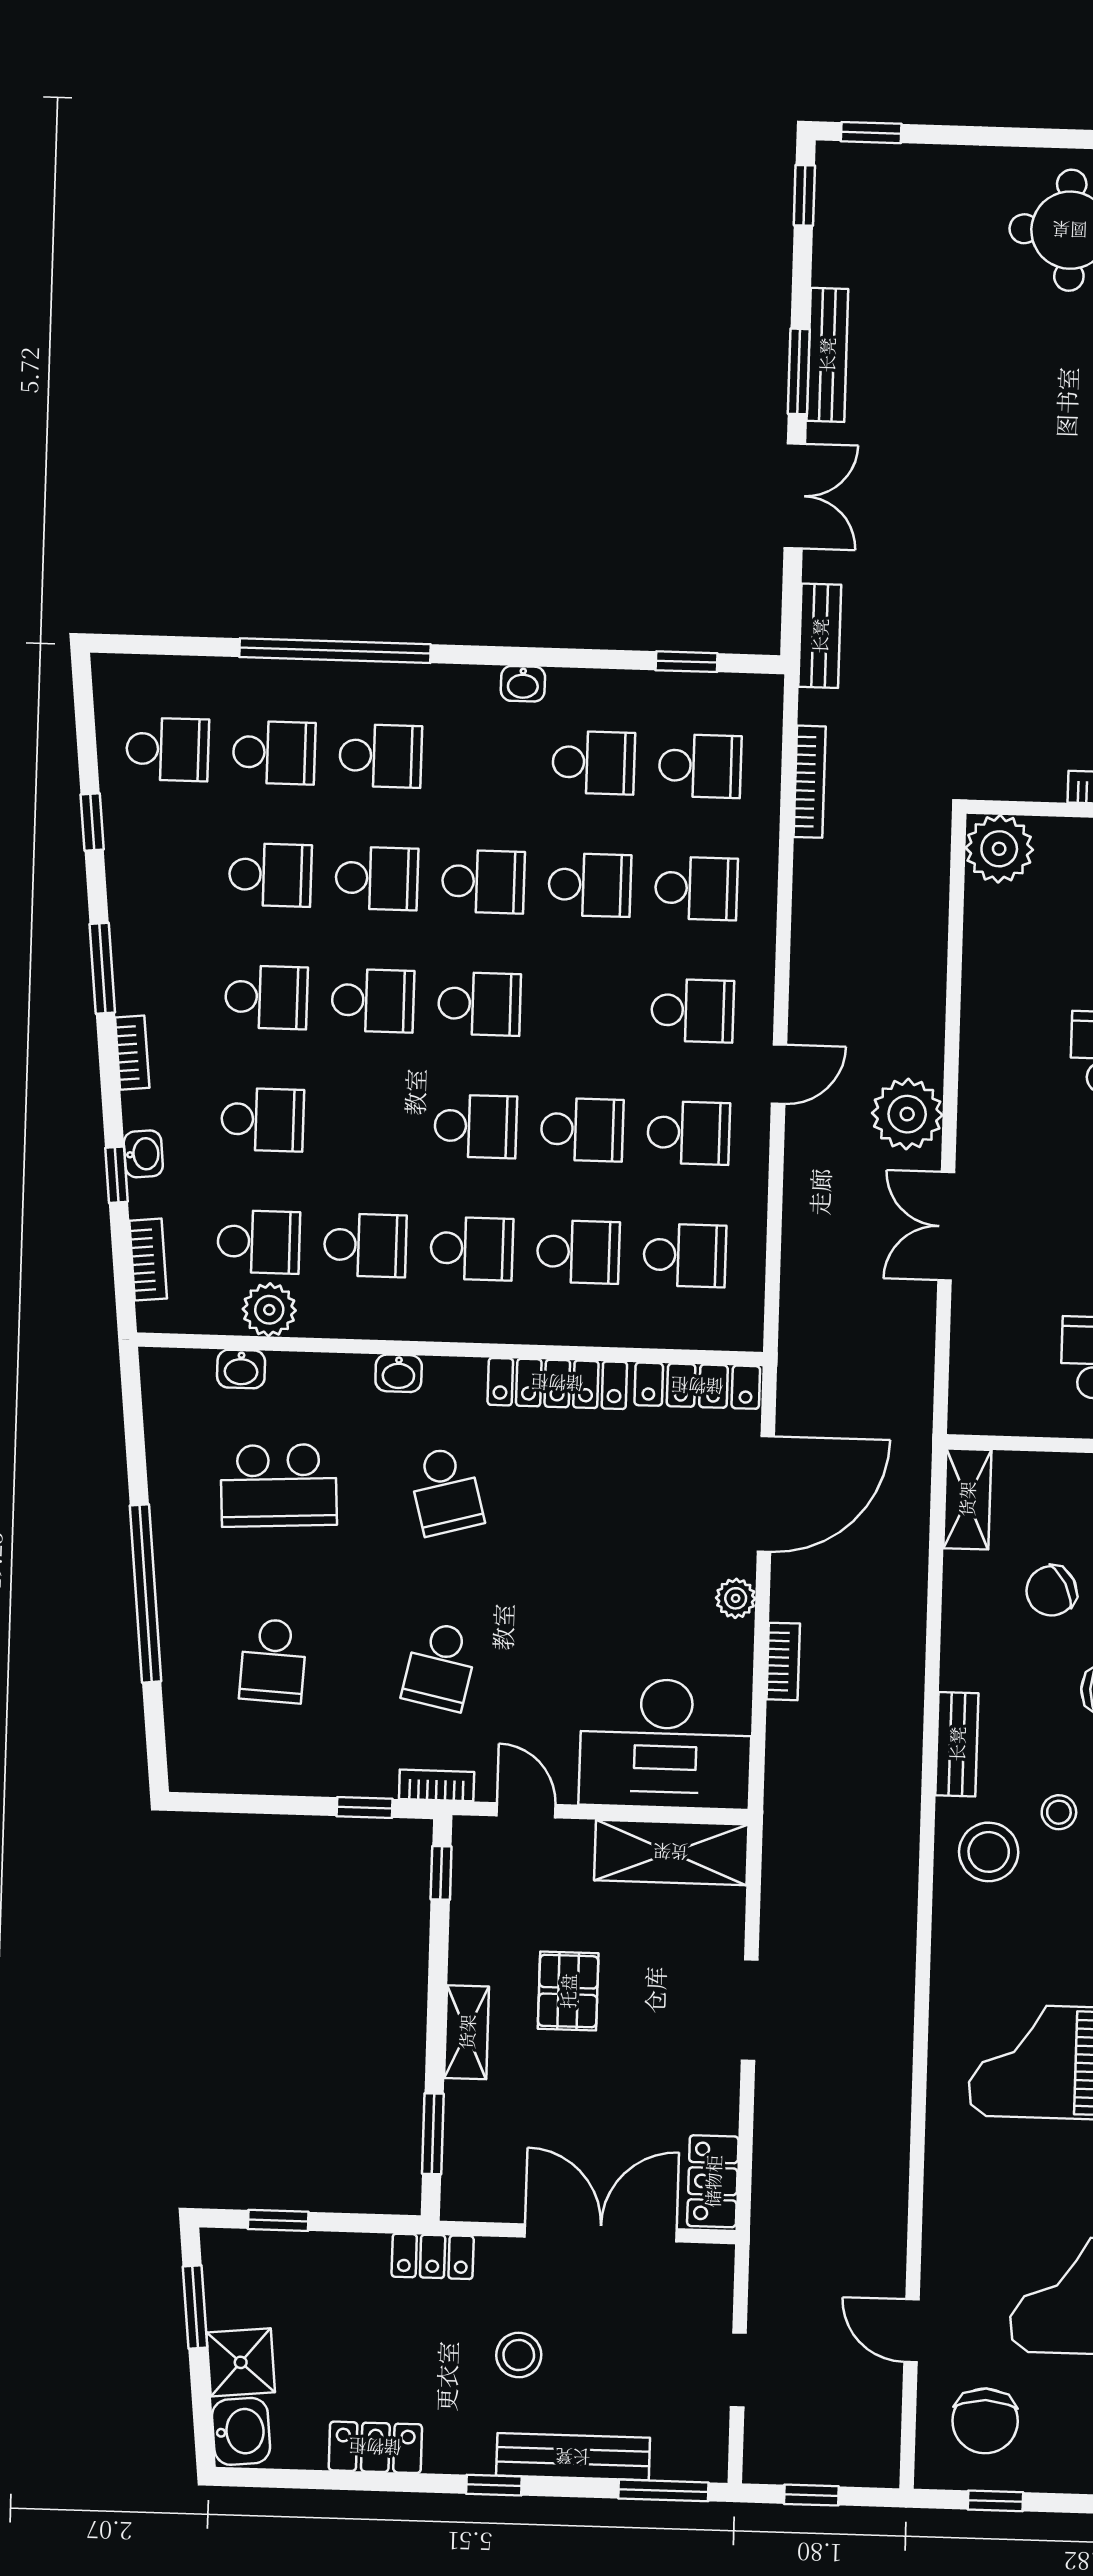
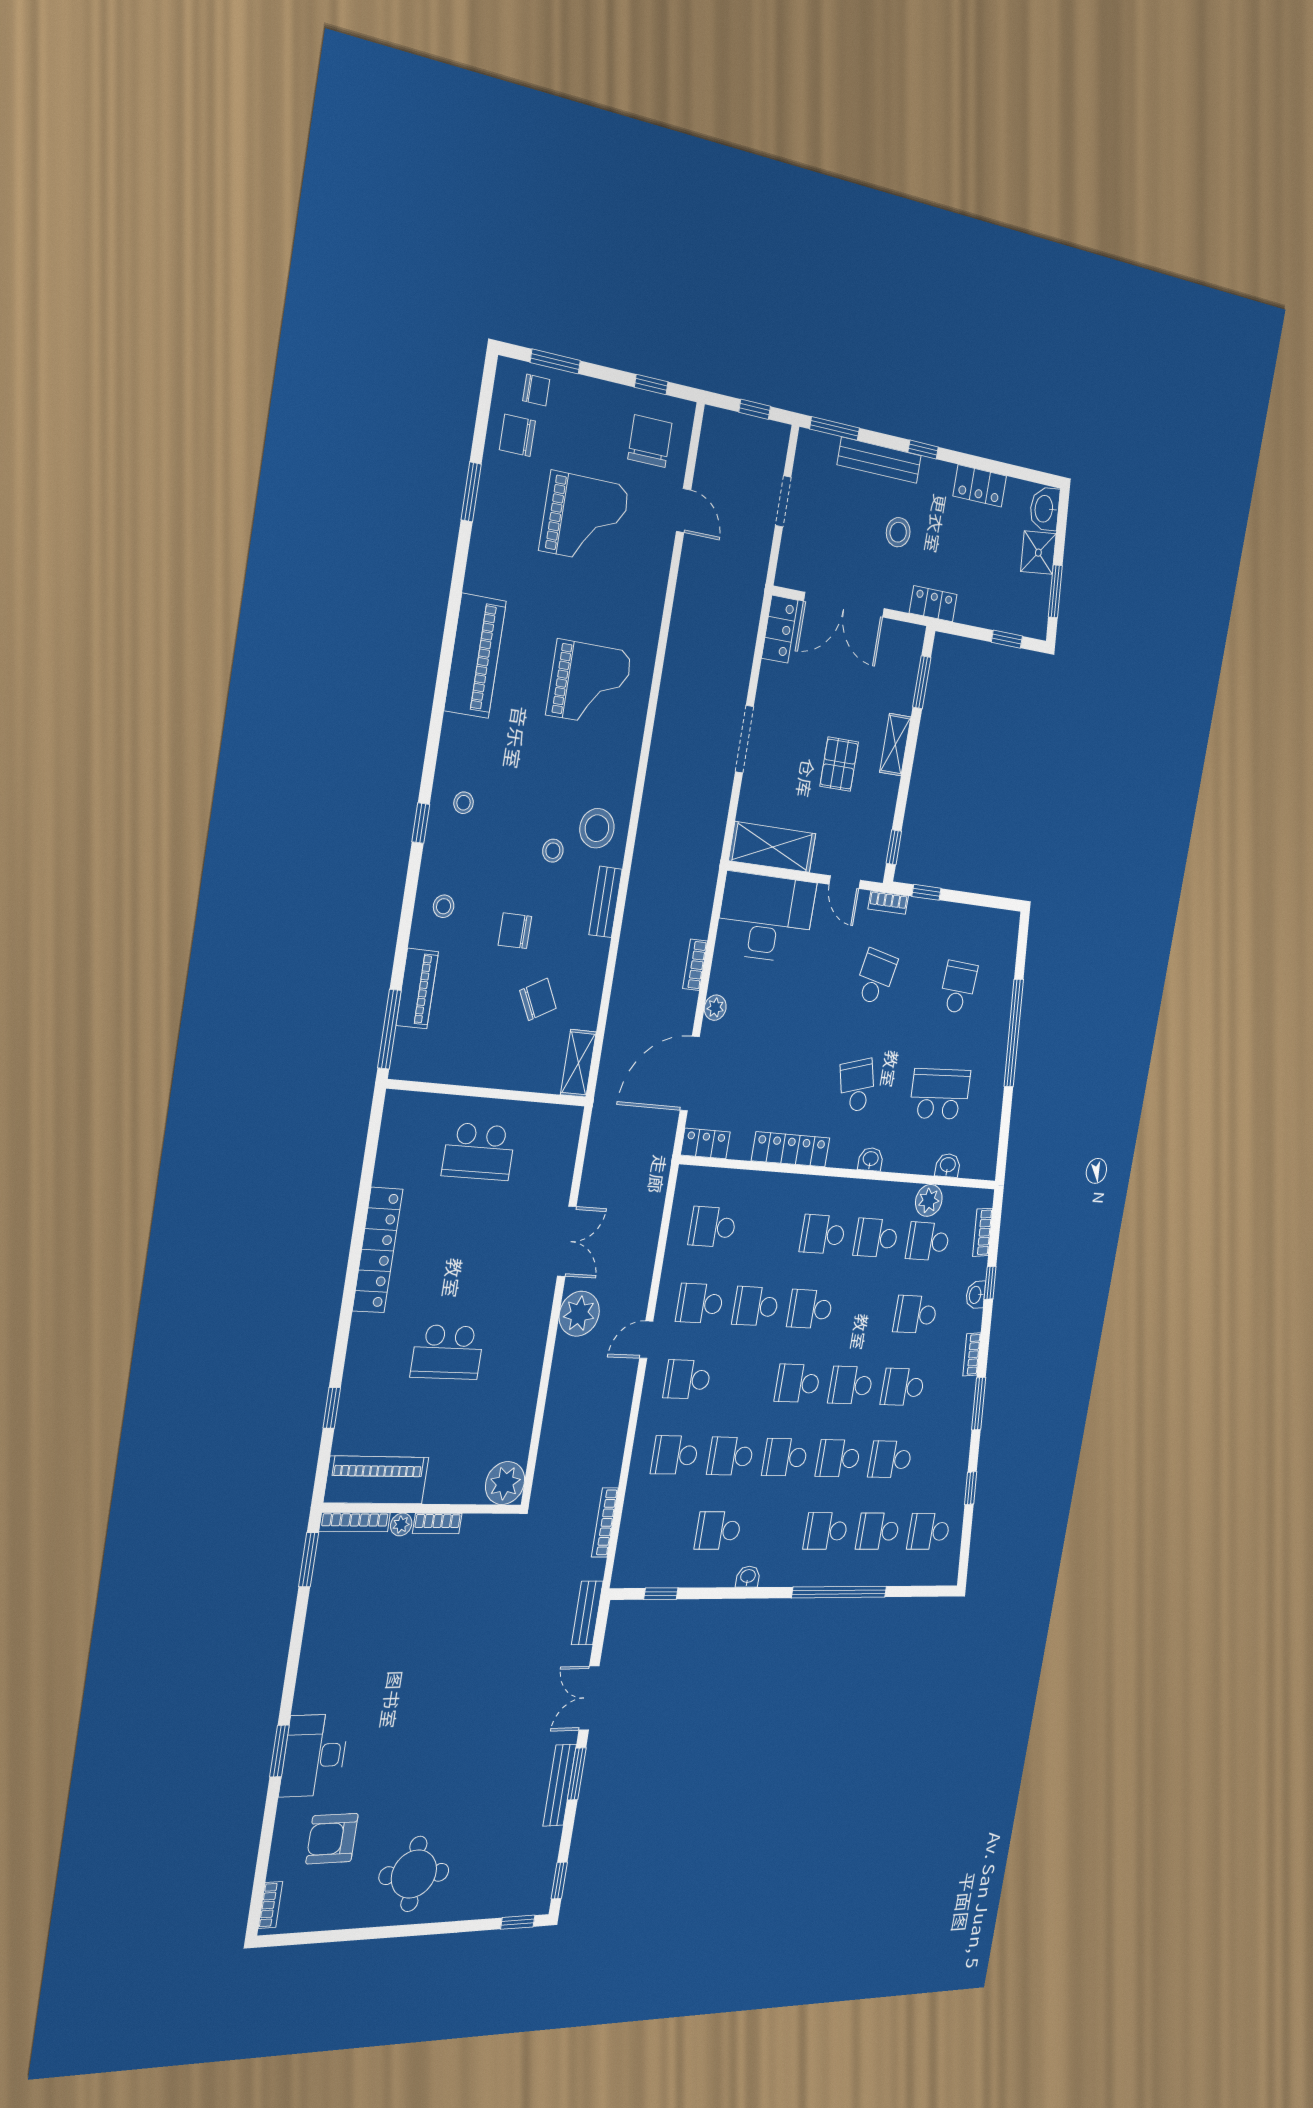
school desk: (700, 766) -> (662, 1530), removed
school desk: (578, 1252) -> (768, 1231), removed
locker: (697, 1386) -> (705, 1143), width x0.66

